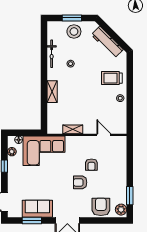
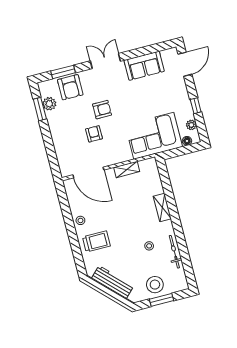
door: (104, 135) -> (88, 172), width x1.88
plant: (121, 210) -> (49, 104), moved
window: (32, 221) -> (63, 72), moved

